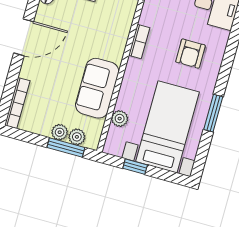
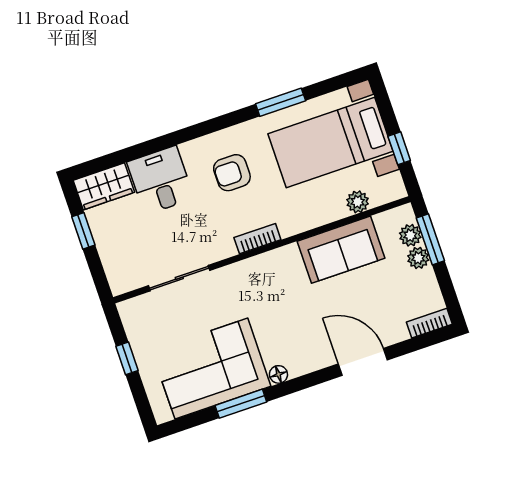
door: (24, 37) -> (363, 362), moved
armchair: (190, 54) -> (232, 173), turned 180
bookcase: (17, 103) -> (429, 323), width x0.64

